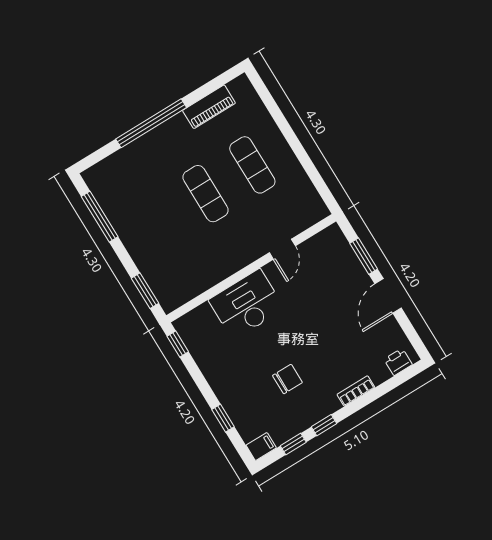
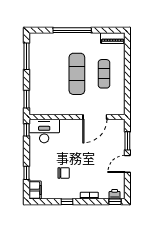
piano: (209, 107) -> (113, 38), moved
exercise mat: (205, 194) -> (77, 74), width x1.36, depth x1.45
door: (282, 249) -> (95, 117), width x1.88
desk: (247, 304) -> (44, 131), moved
window: (293, 444) -> (115, 202), moved
filing cabinet: (261, 447) -> (35, 190), width x2.00

